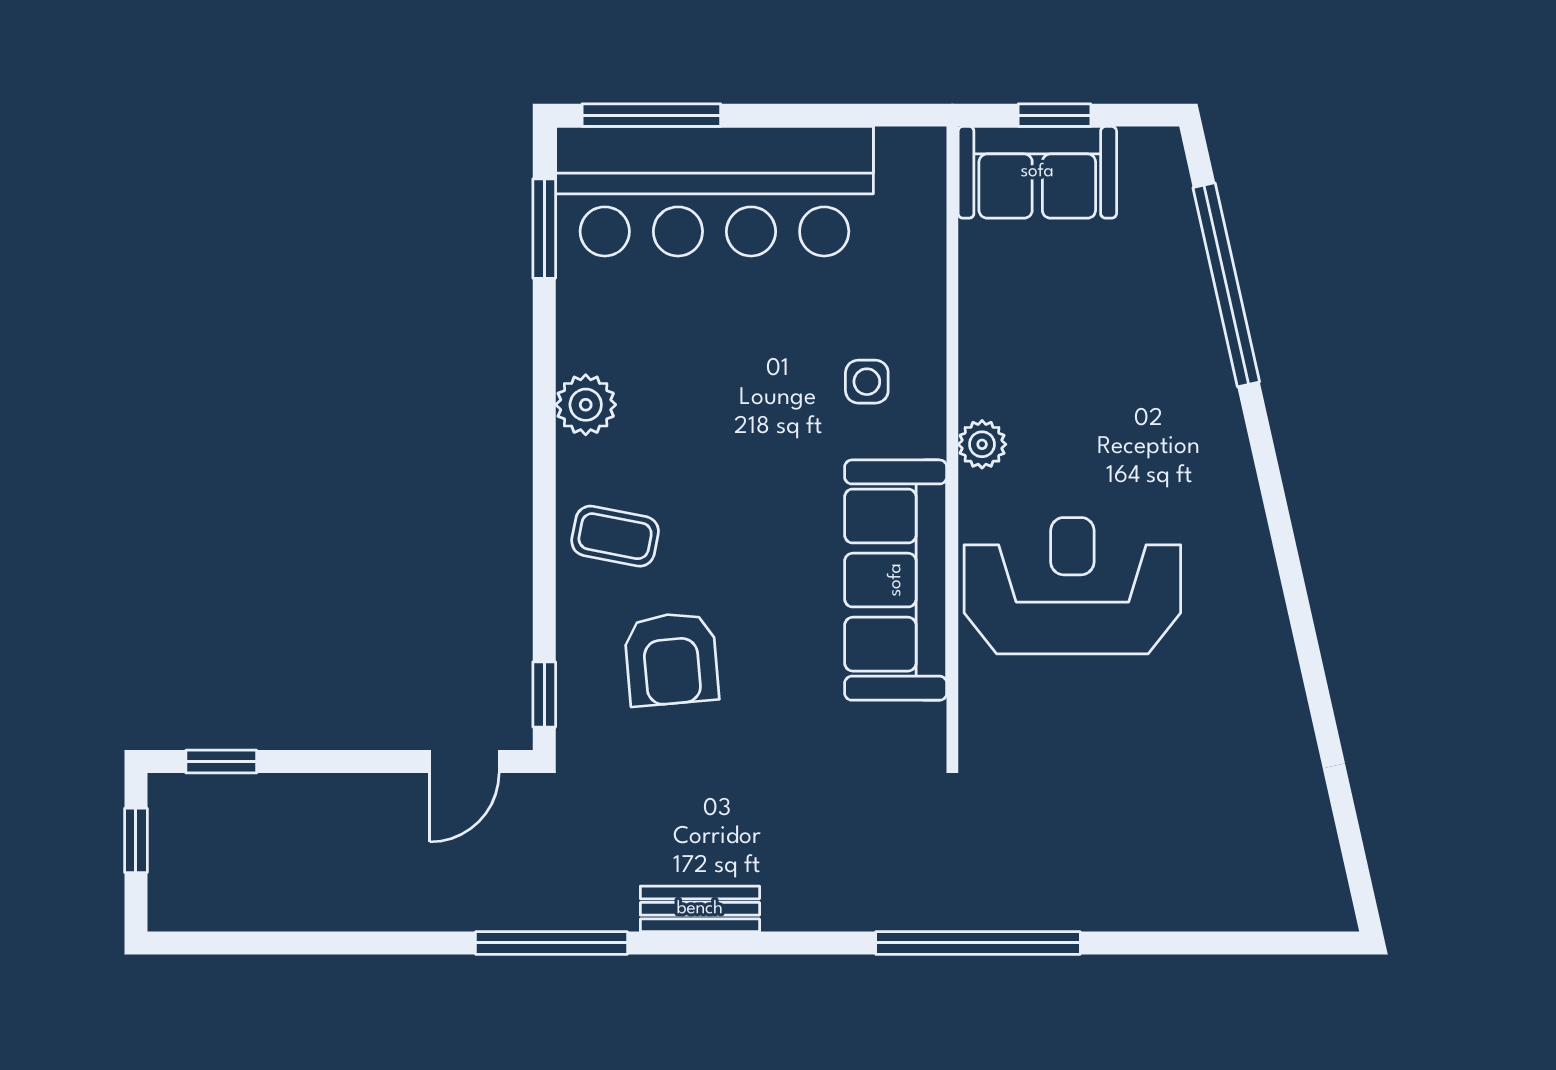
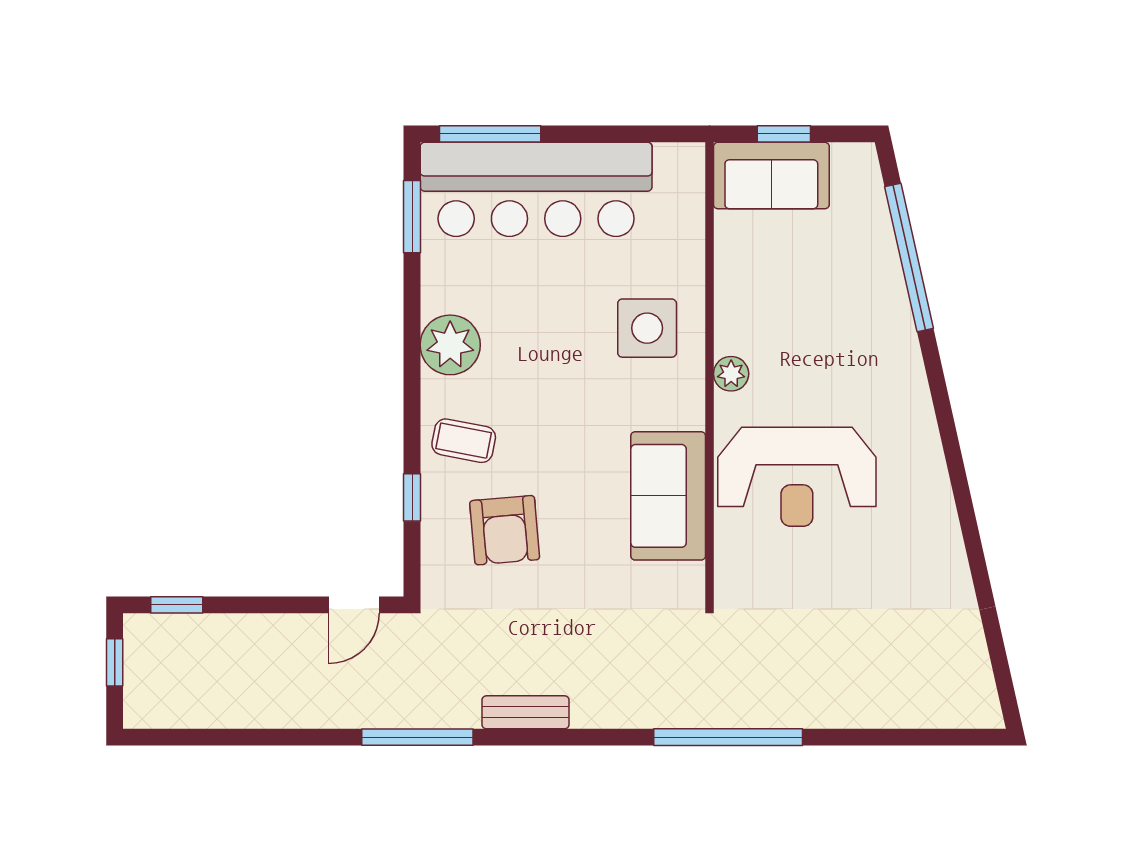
side table: (867, 382) -> (647, 328), width x1.87, depth x1.87
plant: (586, 405) -> (450, 345), width x1.36, depth x1.36
sofa: (896, 580) -> (668, 496), width x0.73
reception desk: (1072, 586) -> (797, 477), turned 180
window: (544, 694) -> (412, 497), moved

